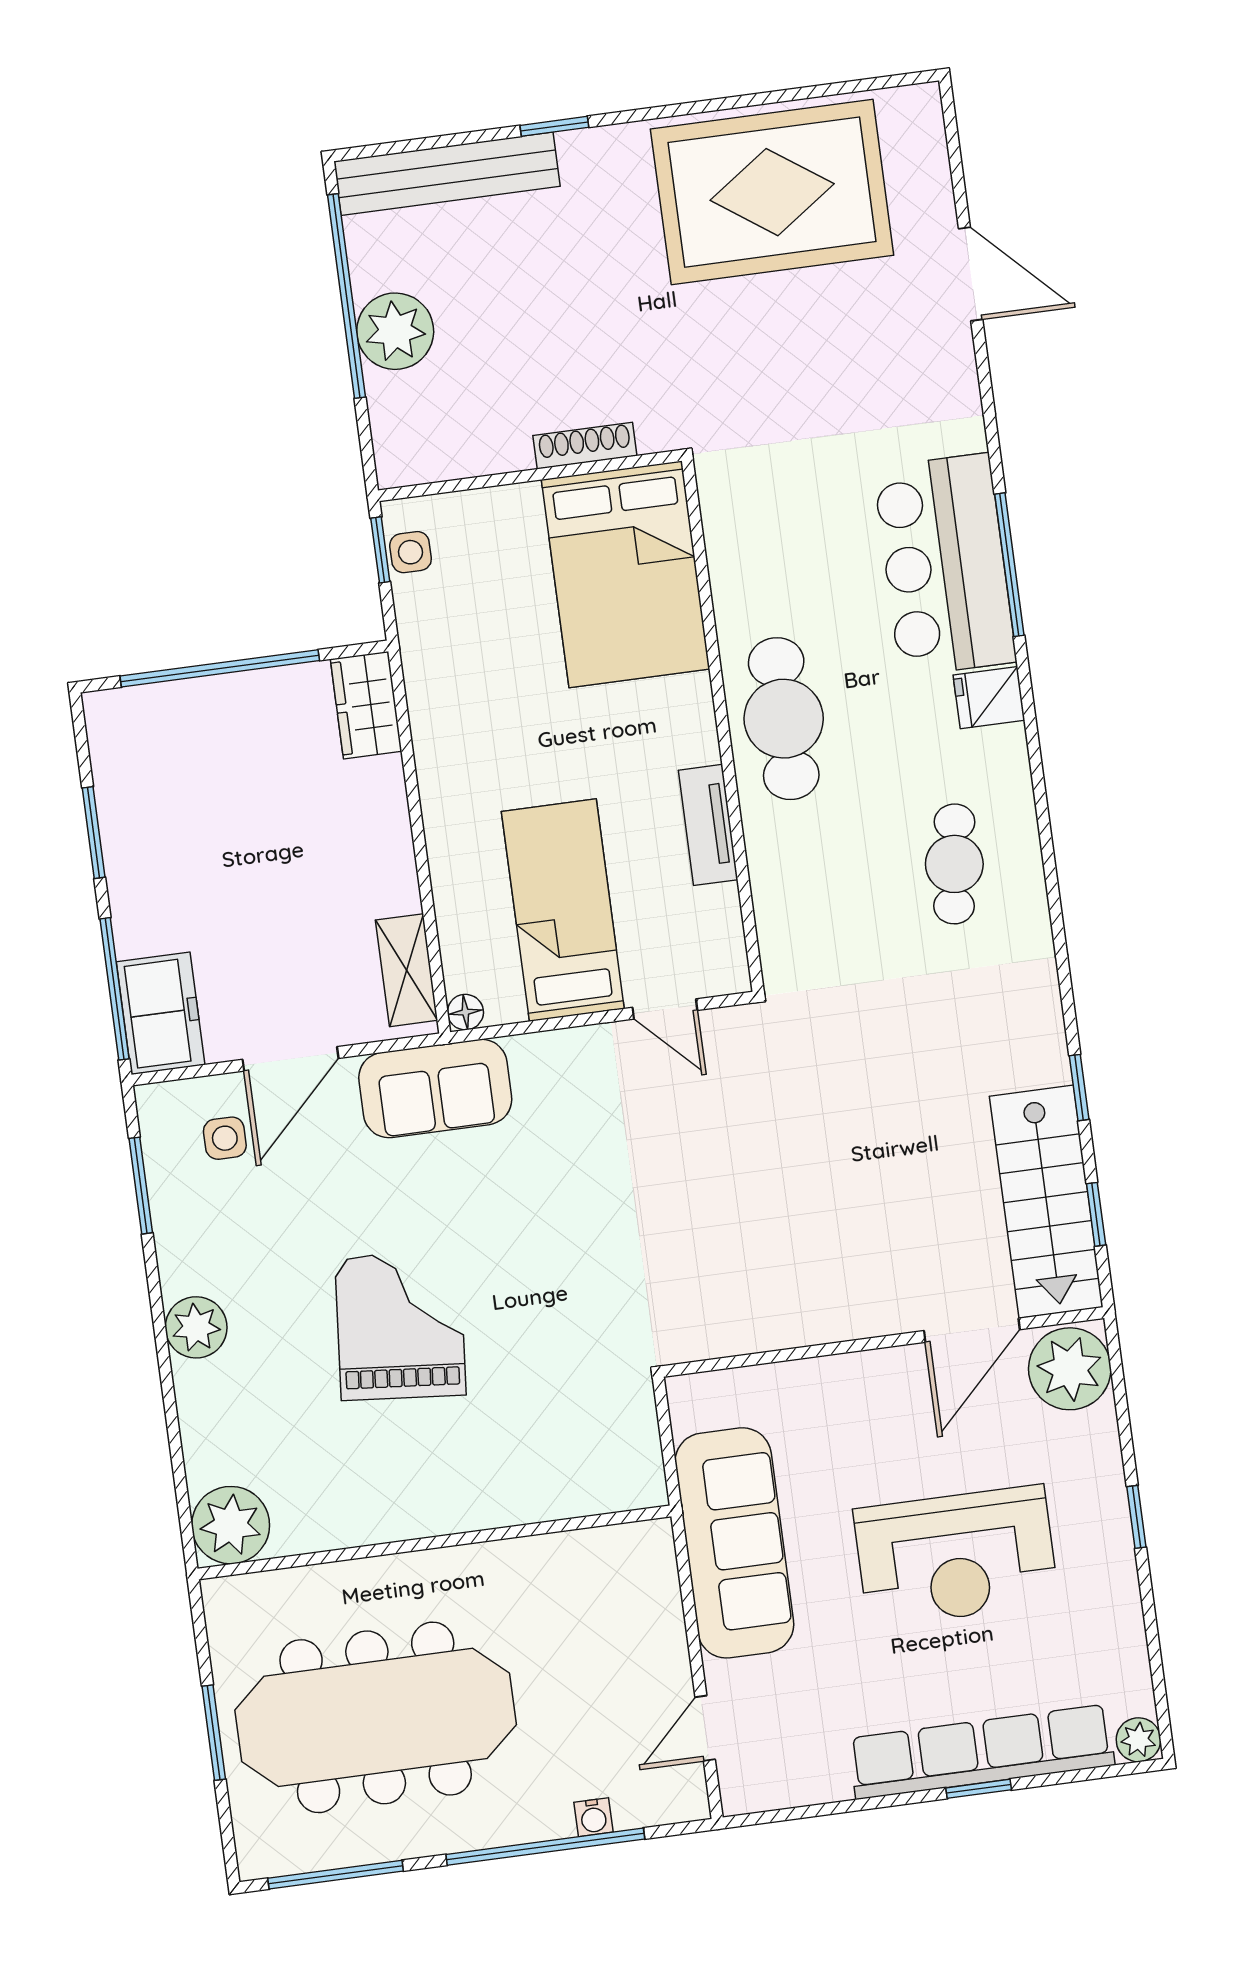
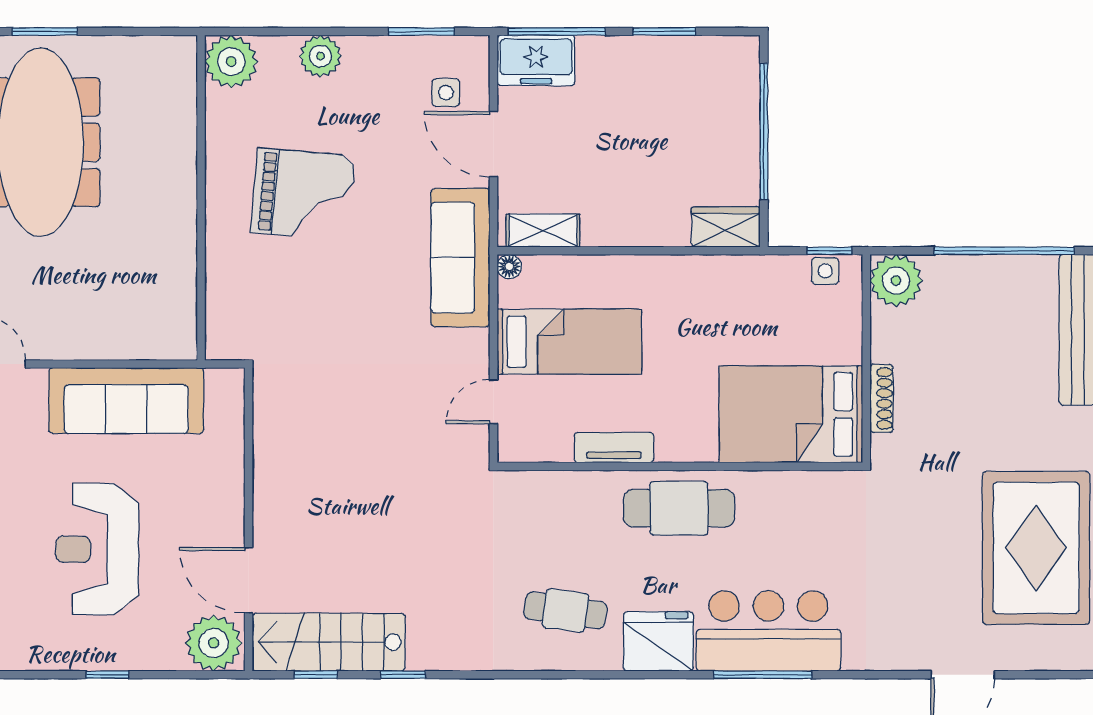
plant: (395, 331) -> (896, 281), moved
fridge: (989, 698) -> (658, 641), width x1.88, depth x1.34
sofa: (435, 1088) -> (460, 258), width x1.36
plant: (231, 1525) -> (231, 62), moved
wall: (434, 1542) -> (201, 198), moved

